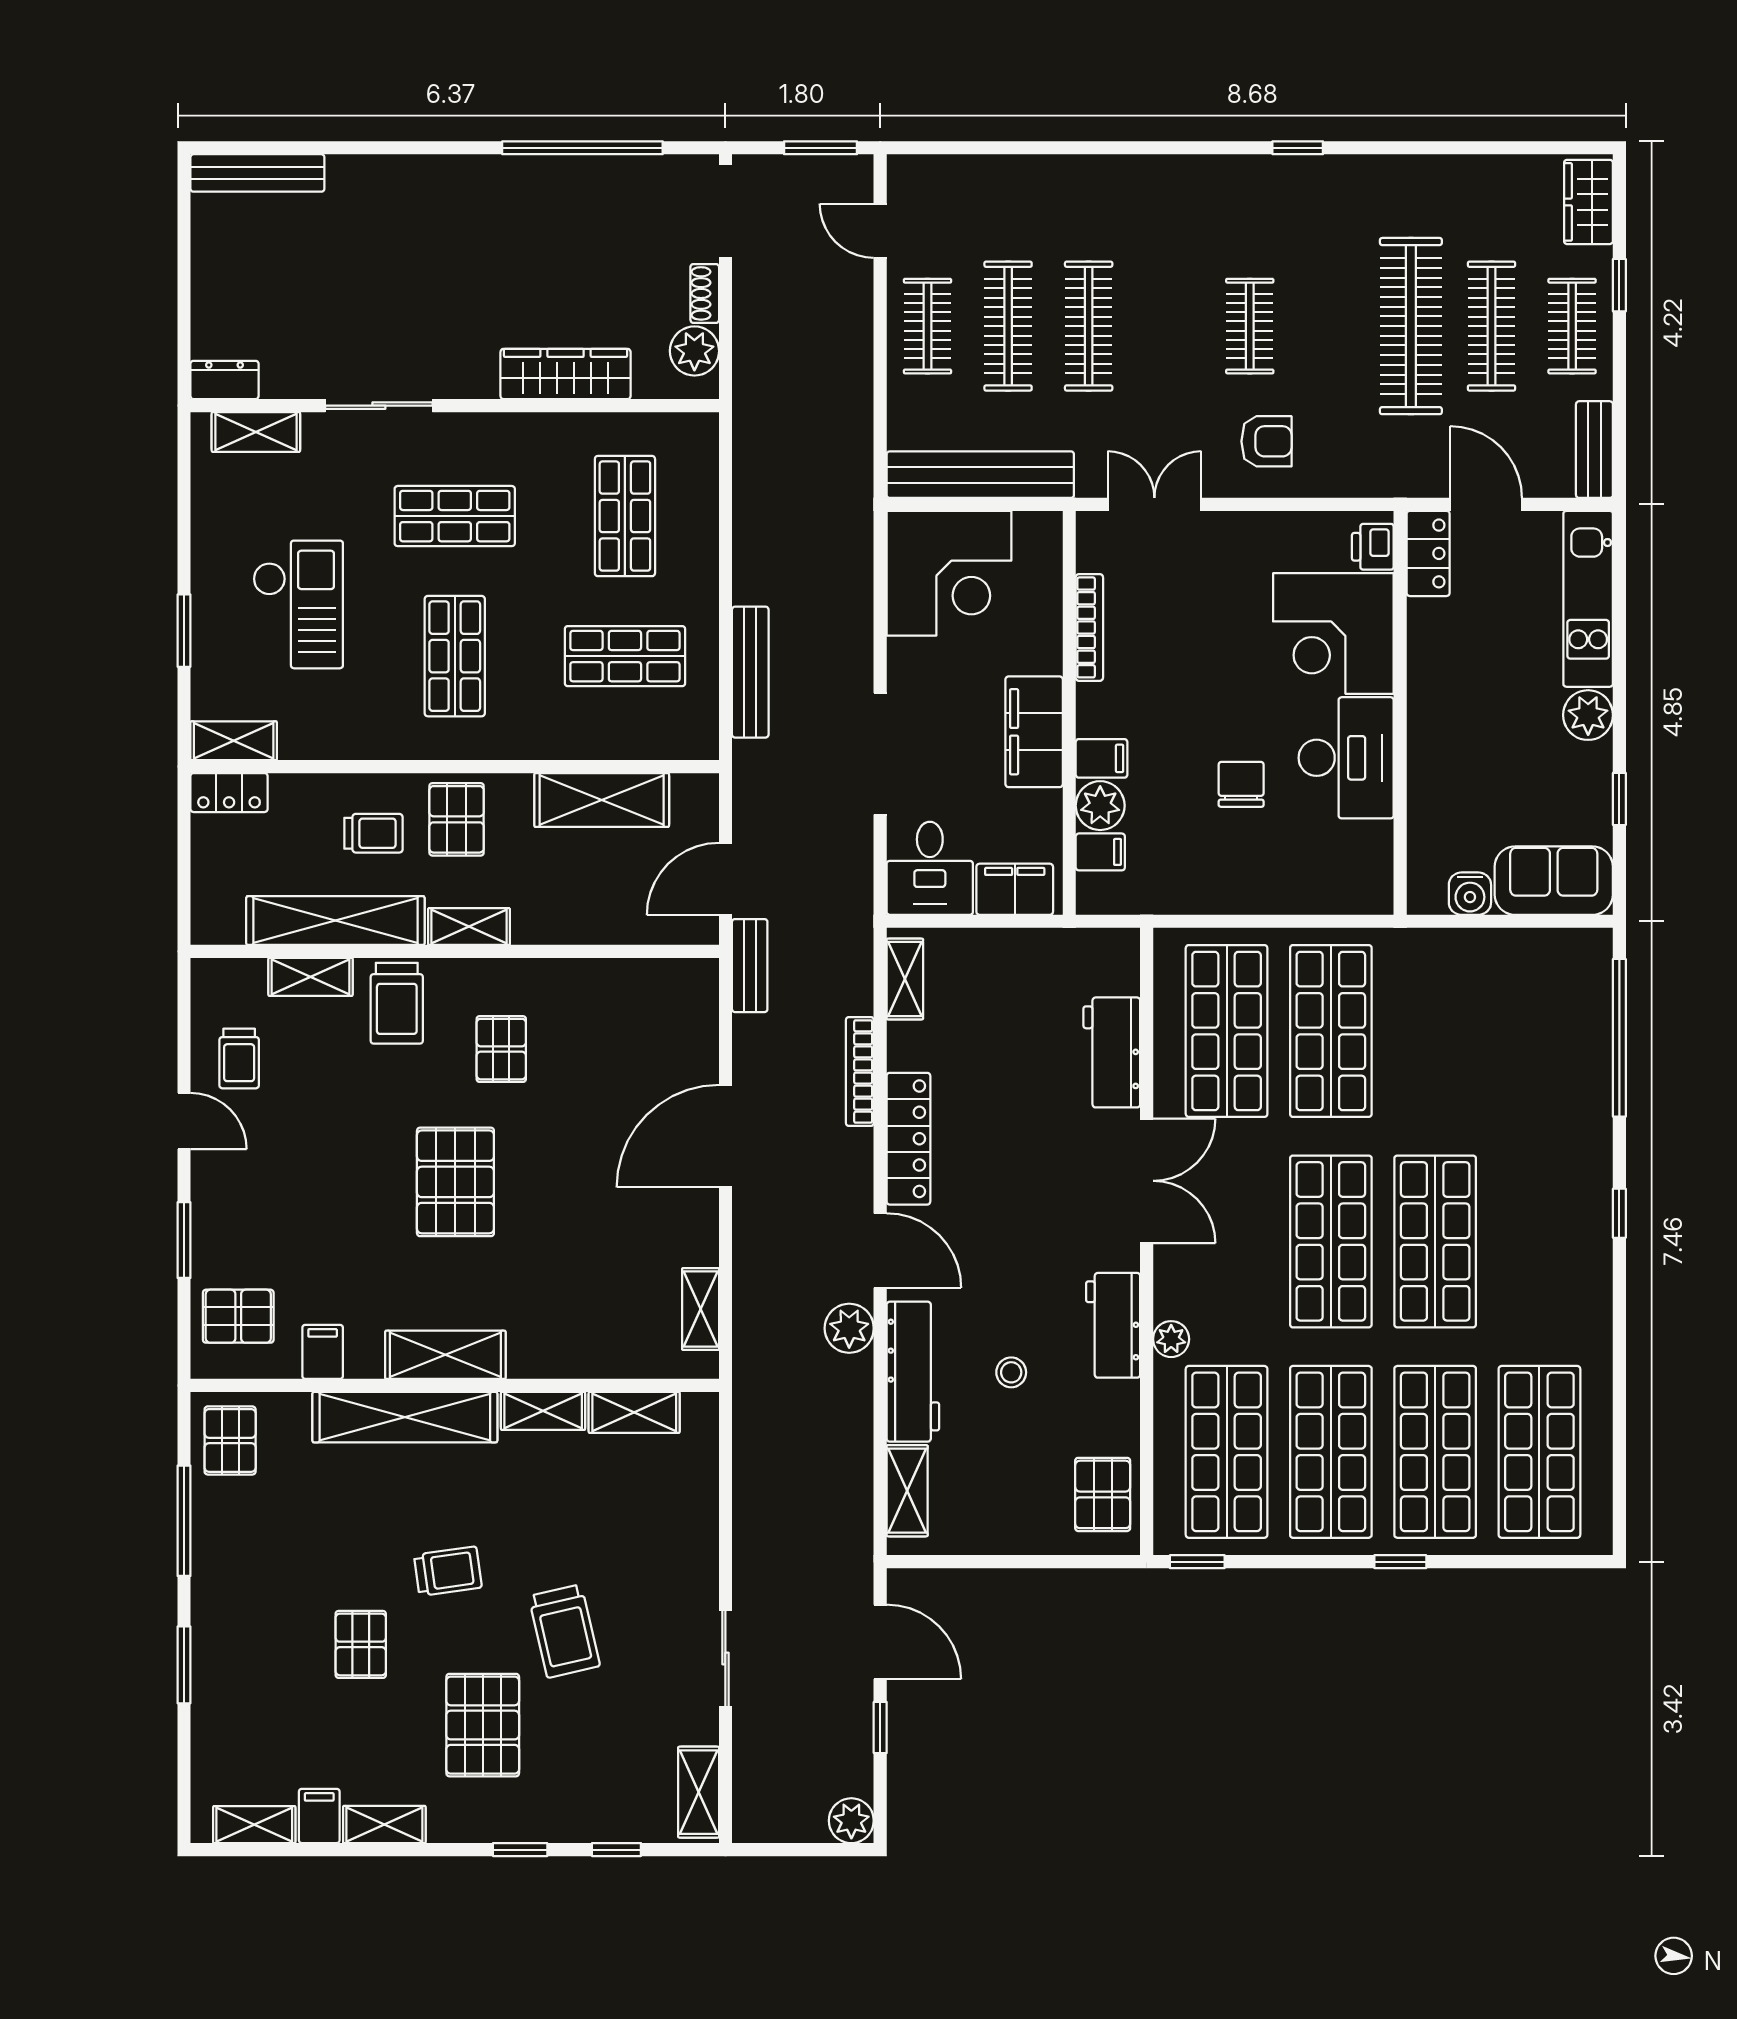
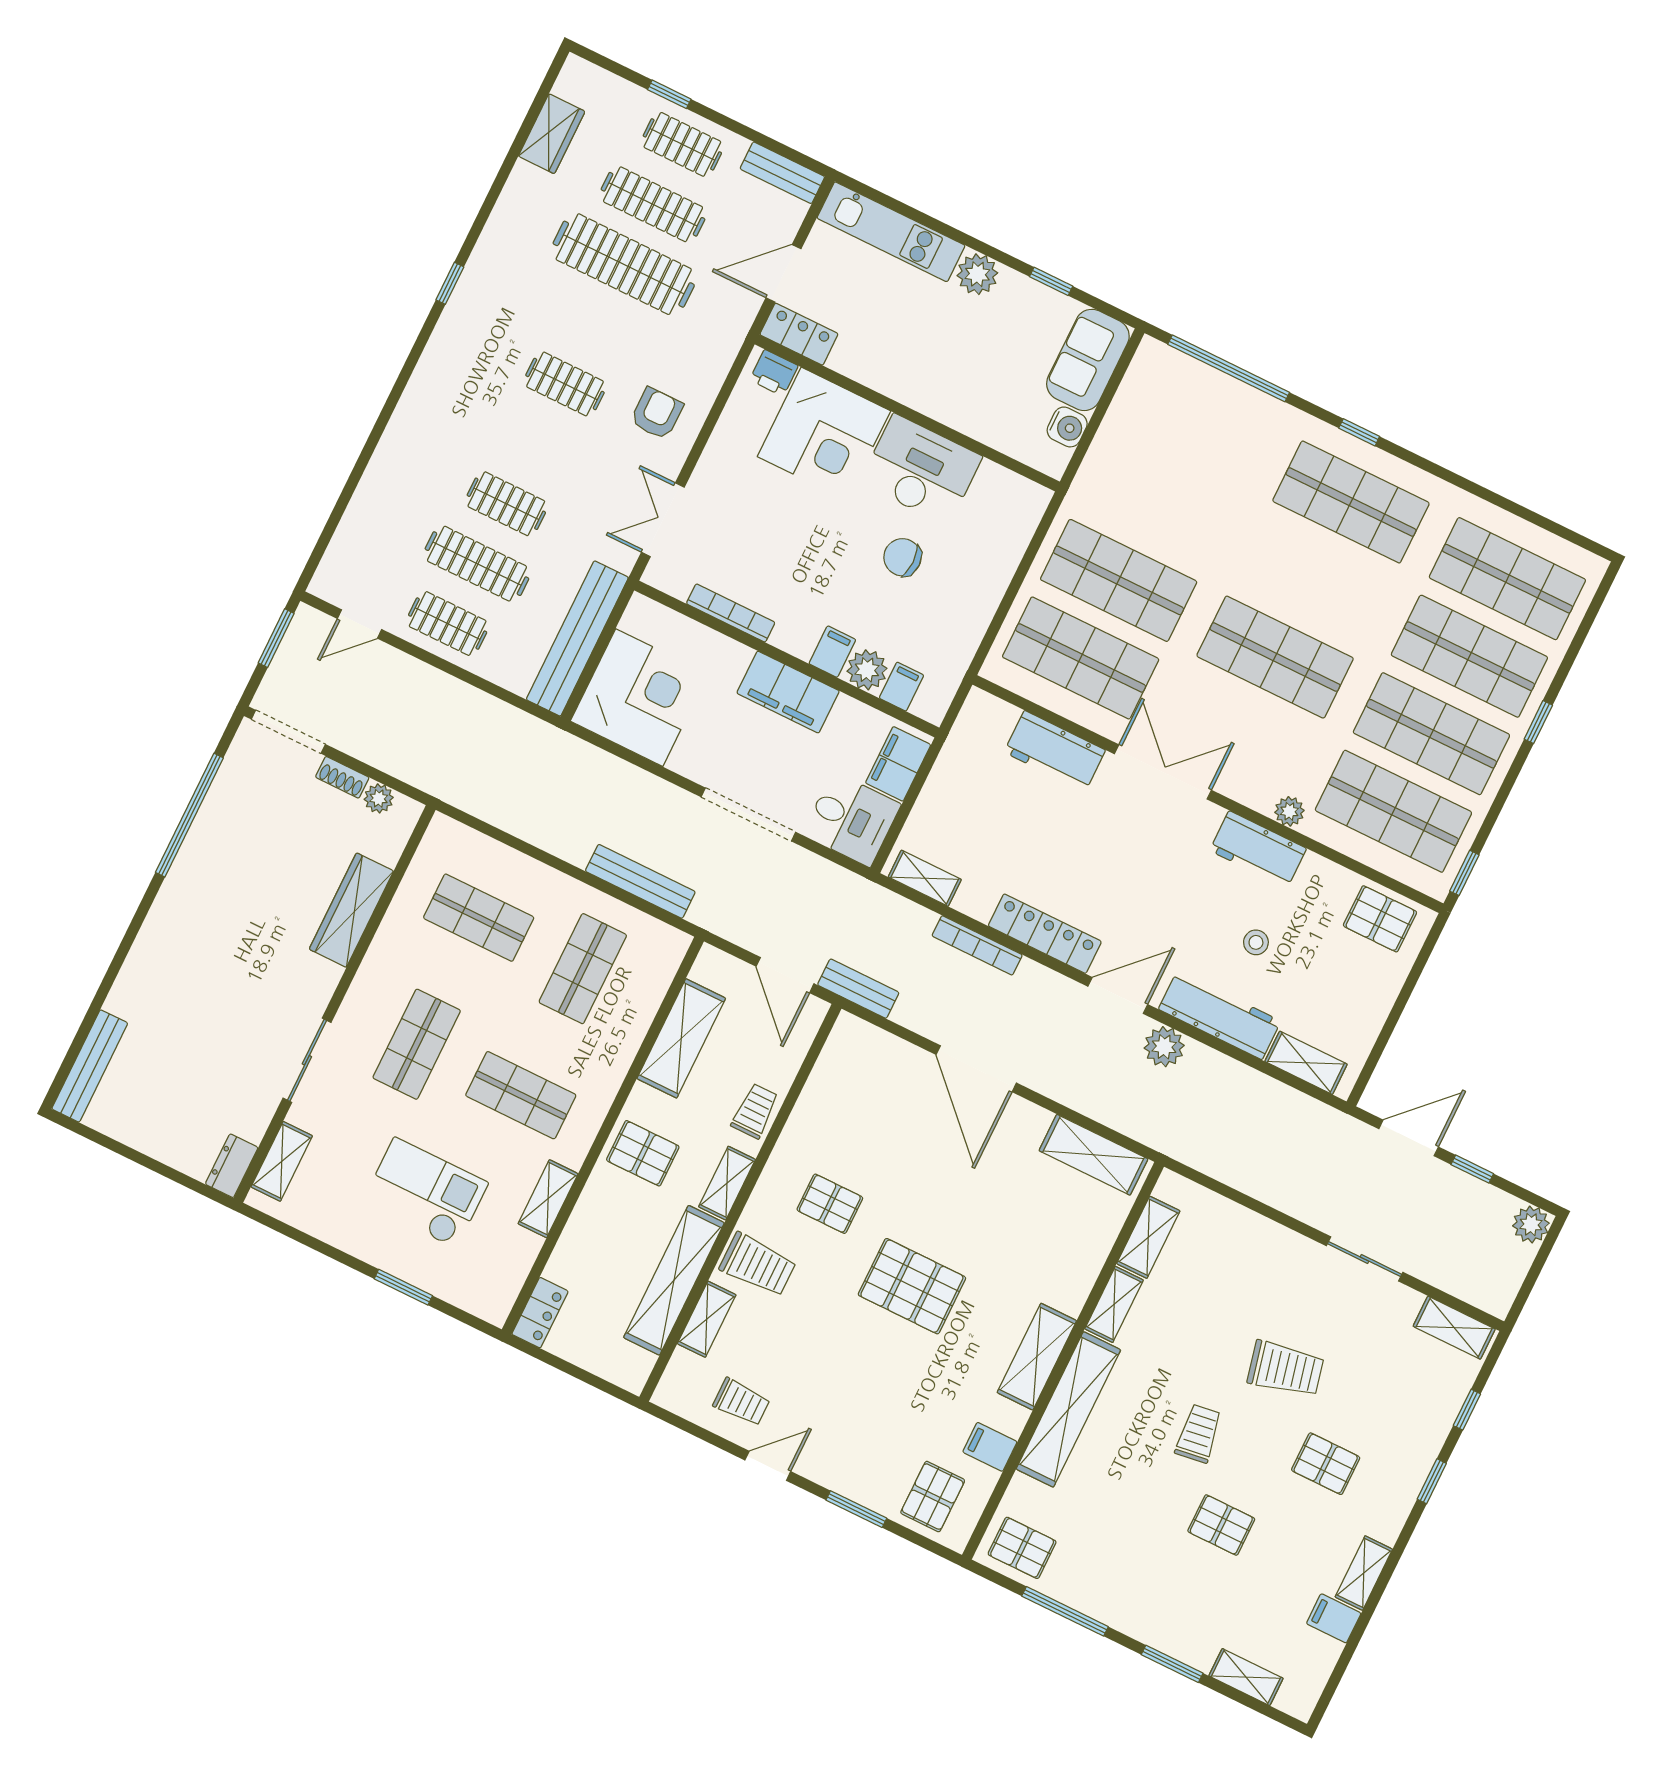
wardrobe: (1588, 202) -> (552, 134), moved, turned -90
clothes rail: (1089, 326) -> (506, 504), width x0.73
plant: (694, 351) -> (379, 798), width x0.73, depth x0.73
shelving: (234, 741) -> (548, 1199), moved
trolley: (373, 833) -> (755, 1111), moved
shop shelf: (1435, 1241) -> (1351, 502), moved
shelving: (701, 1309) -> (1093, 1155), width x1.50, depth x1.33
pallet: (483, 1725) -> (1326, 1464), width x0.67, depth x0.71
shelving: (254, 1825) -> (1246, 1677), moved, turned 90

